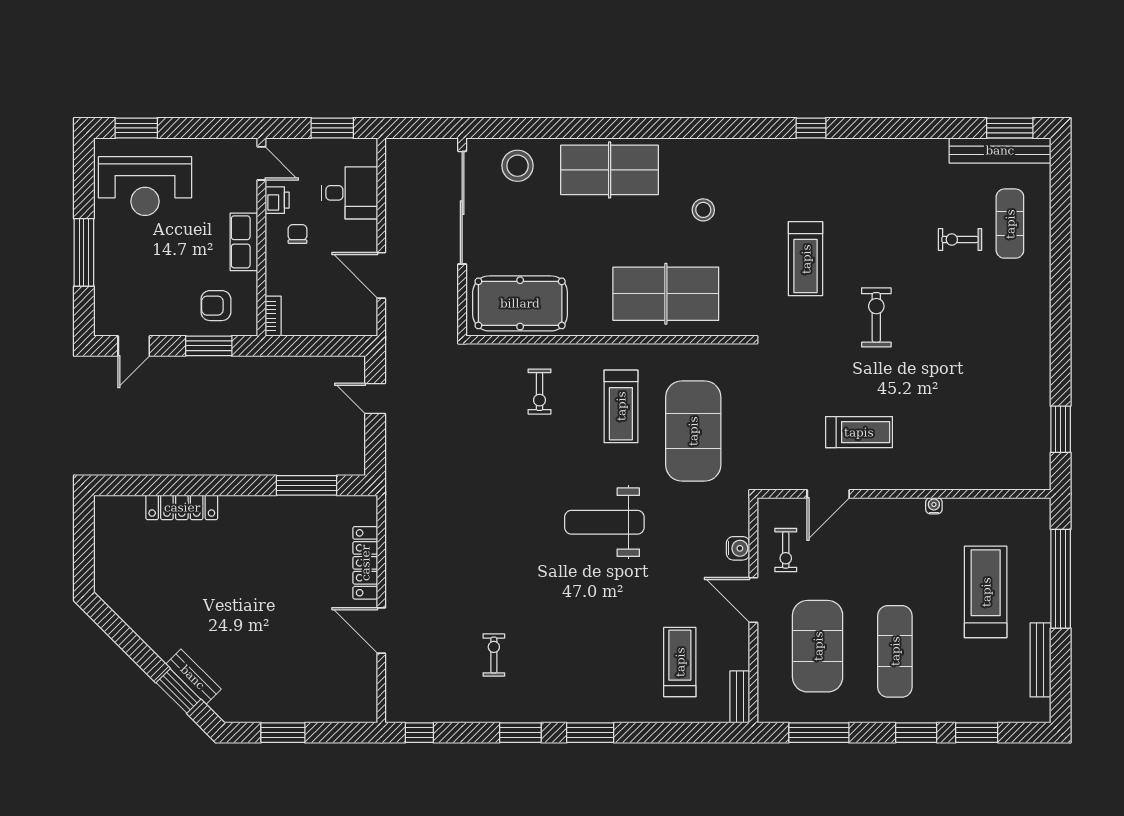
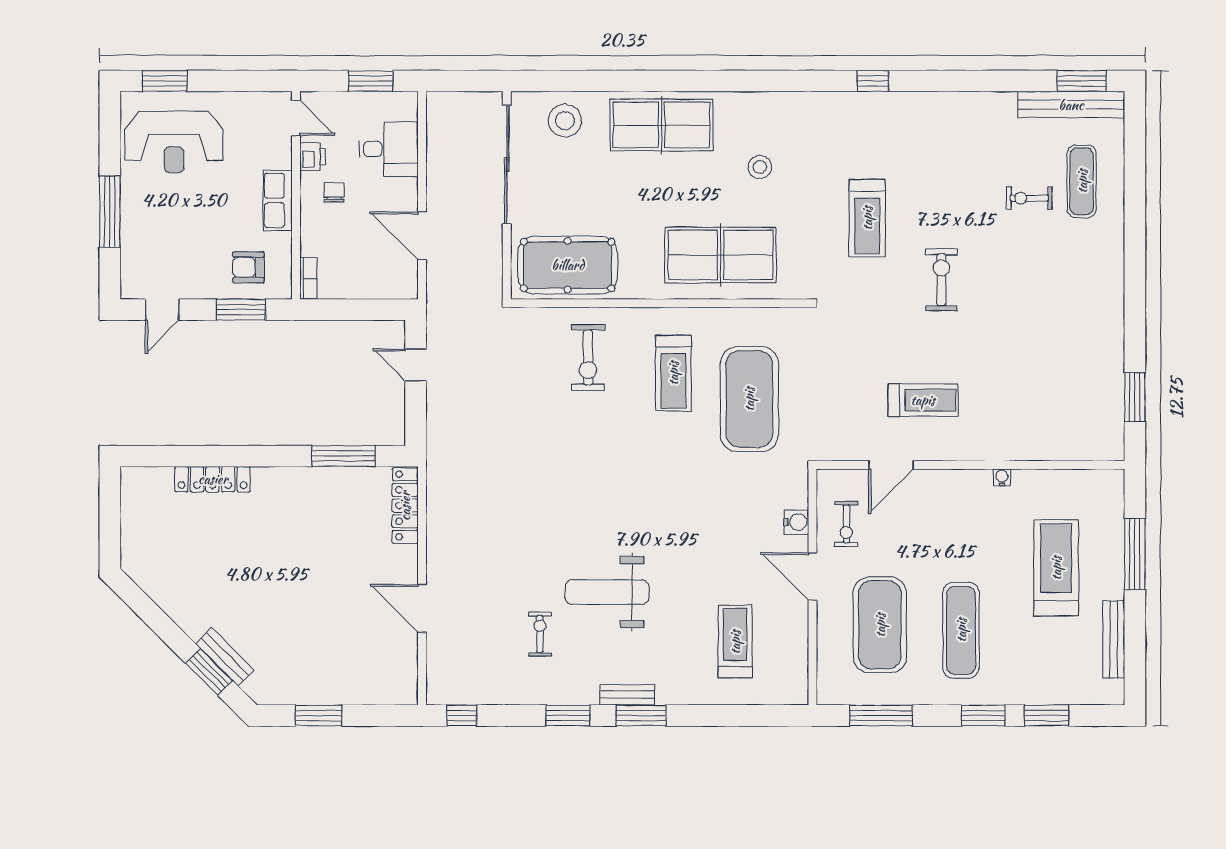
exercise bike: (539, 392) -> (588, 358), width x1.38, depth x1.39
weight bench: (604, 522) -> (607, 592), moved
locker: (365, 563) -> (405, 506), moved
window: (1061, 579) -> (1135, 554), width x0.68
bench: (740, 697) -> (627, 695), moved, turned 90

